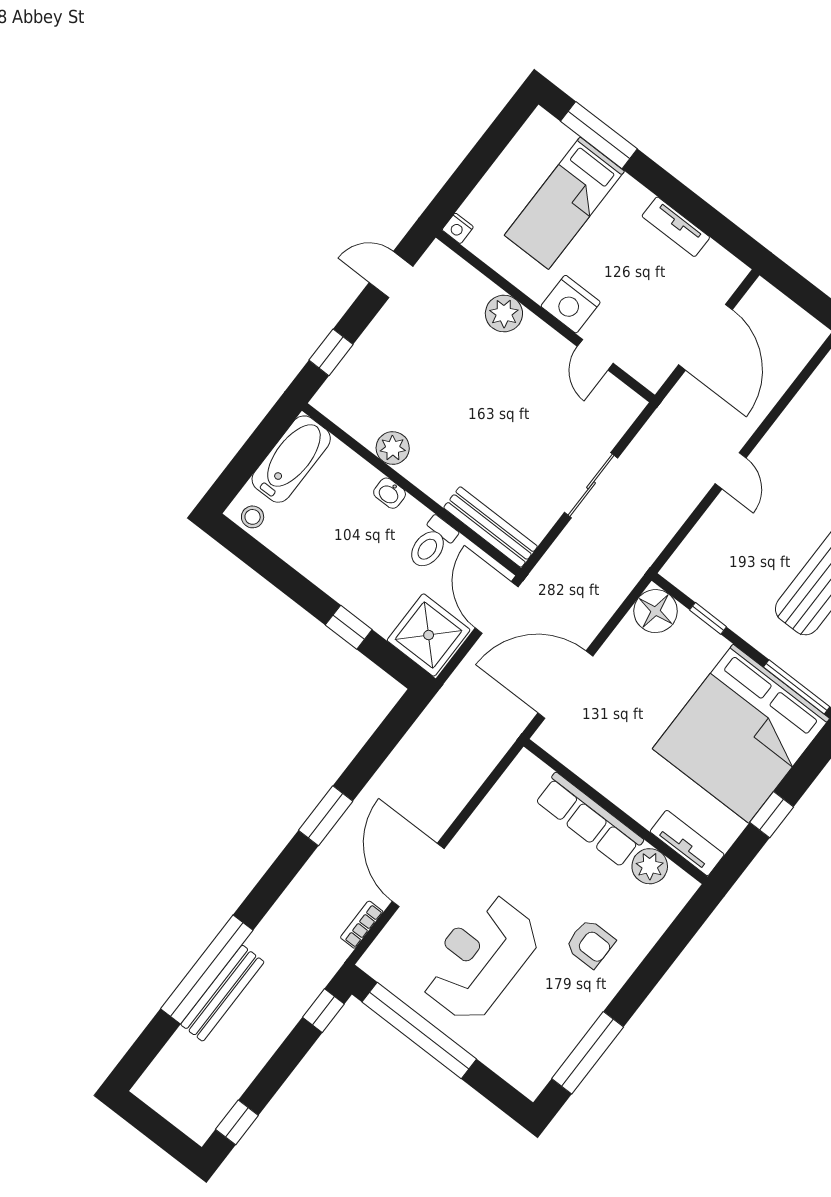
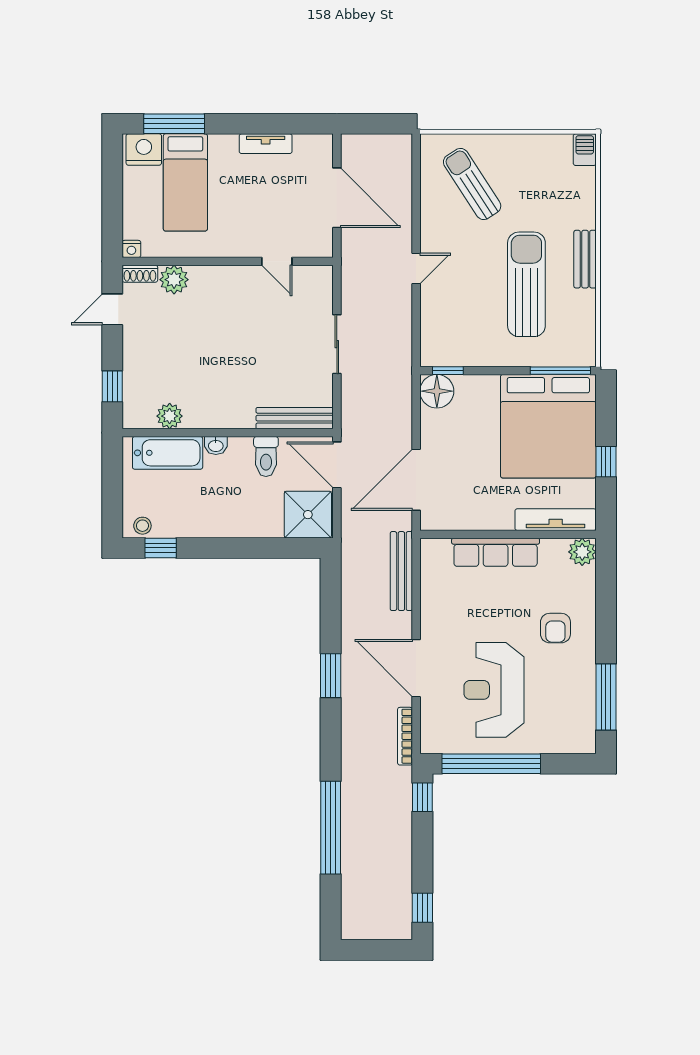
shoe rack: (447, 260) -> (140, 274), added
nightstand: (571, 304) -> (144, 149), moved, turned 180
plant: (504, 314) -> (174, 280), moved
plant: (393, 448) -> (170, 416), moved
bathtub: (291, 459) -> (168, 453), moved, turned 90
door: (731, 471) -> (416, 268), hinge flipped
window: (708, 618) -> (448, 371), moved
window: (349, 627) -> (161, 548), moved
tv unit: (687, 843) -> (556, 520), width x1.41
plant: (650, 866) -> (582, 552), moved
bookcase: (362, 925) -> (405, 736), width x1.56
armchair: (590, 943) -> (555, 628), turned 90
bench: (222, 993) -> (401, 571), moved

